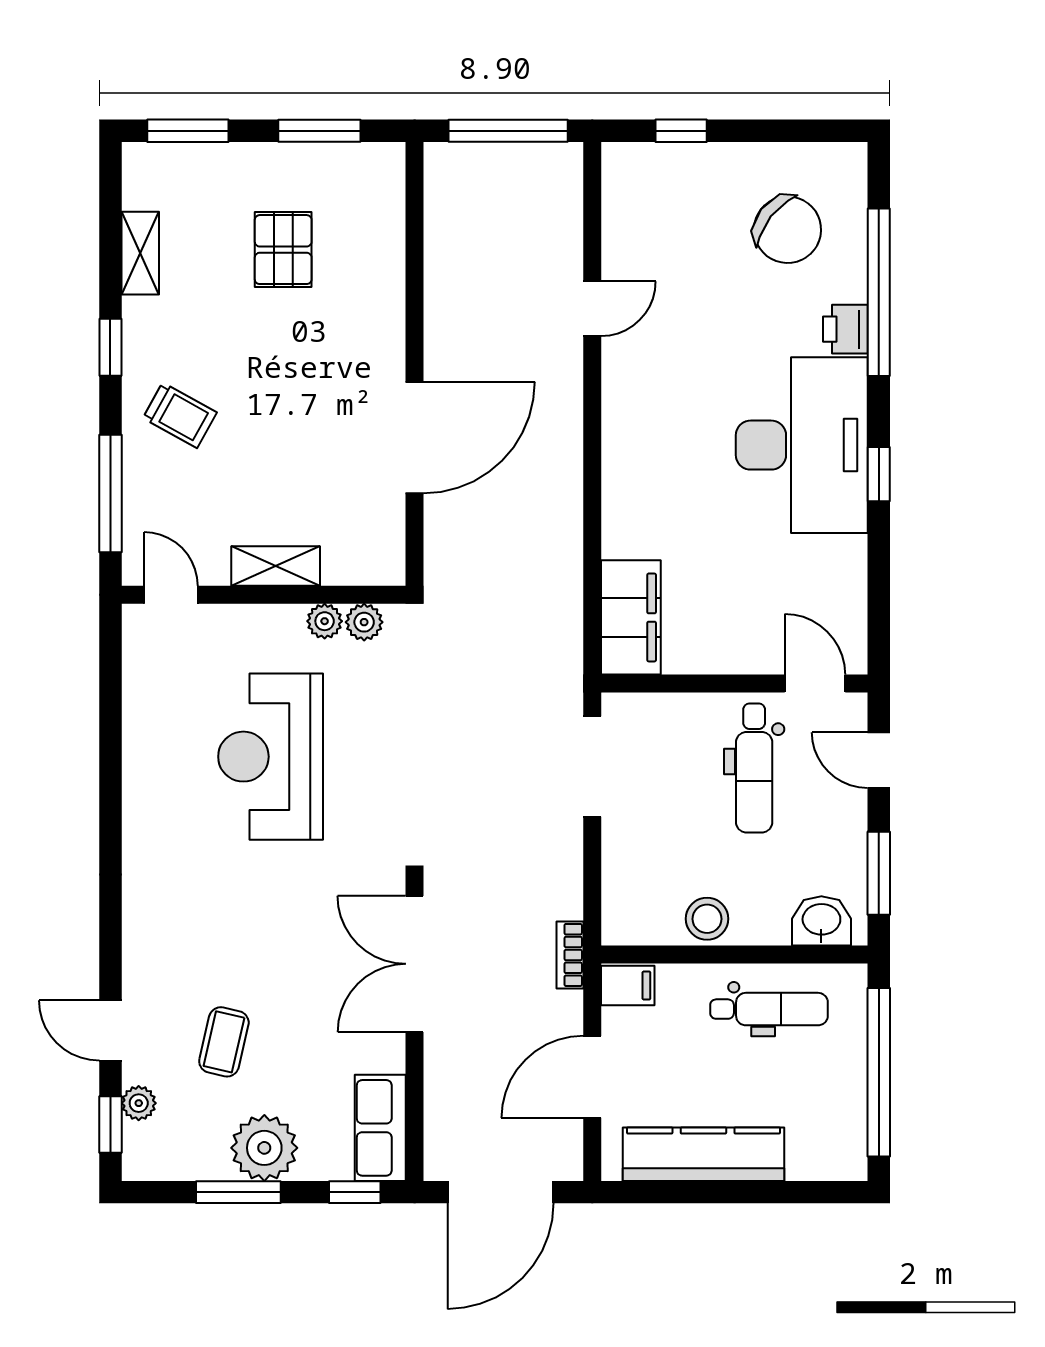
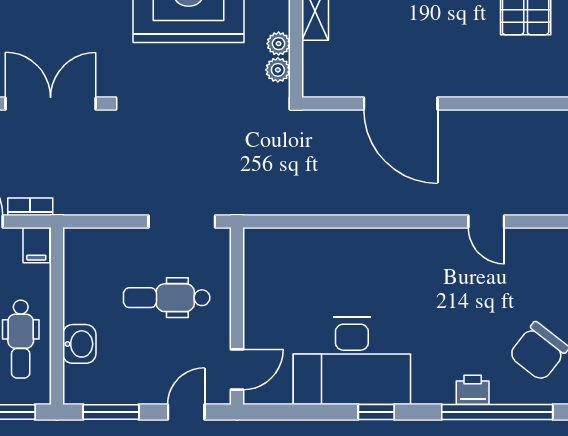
desk: (802, 445) -> (352, 361), moved
filing cabinet: (631, 617) -> (281, 247), removed
dental chair: (754, 768) -> (167, 298), moved
stool: (707, 919) -> (81, 298), removed
washbasin: (821, 921) -> (79, 344), moved
bookcase: (570, 955) -> (30, 207), moved

